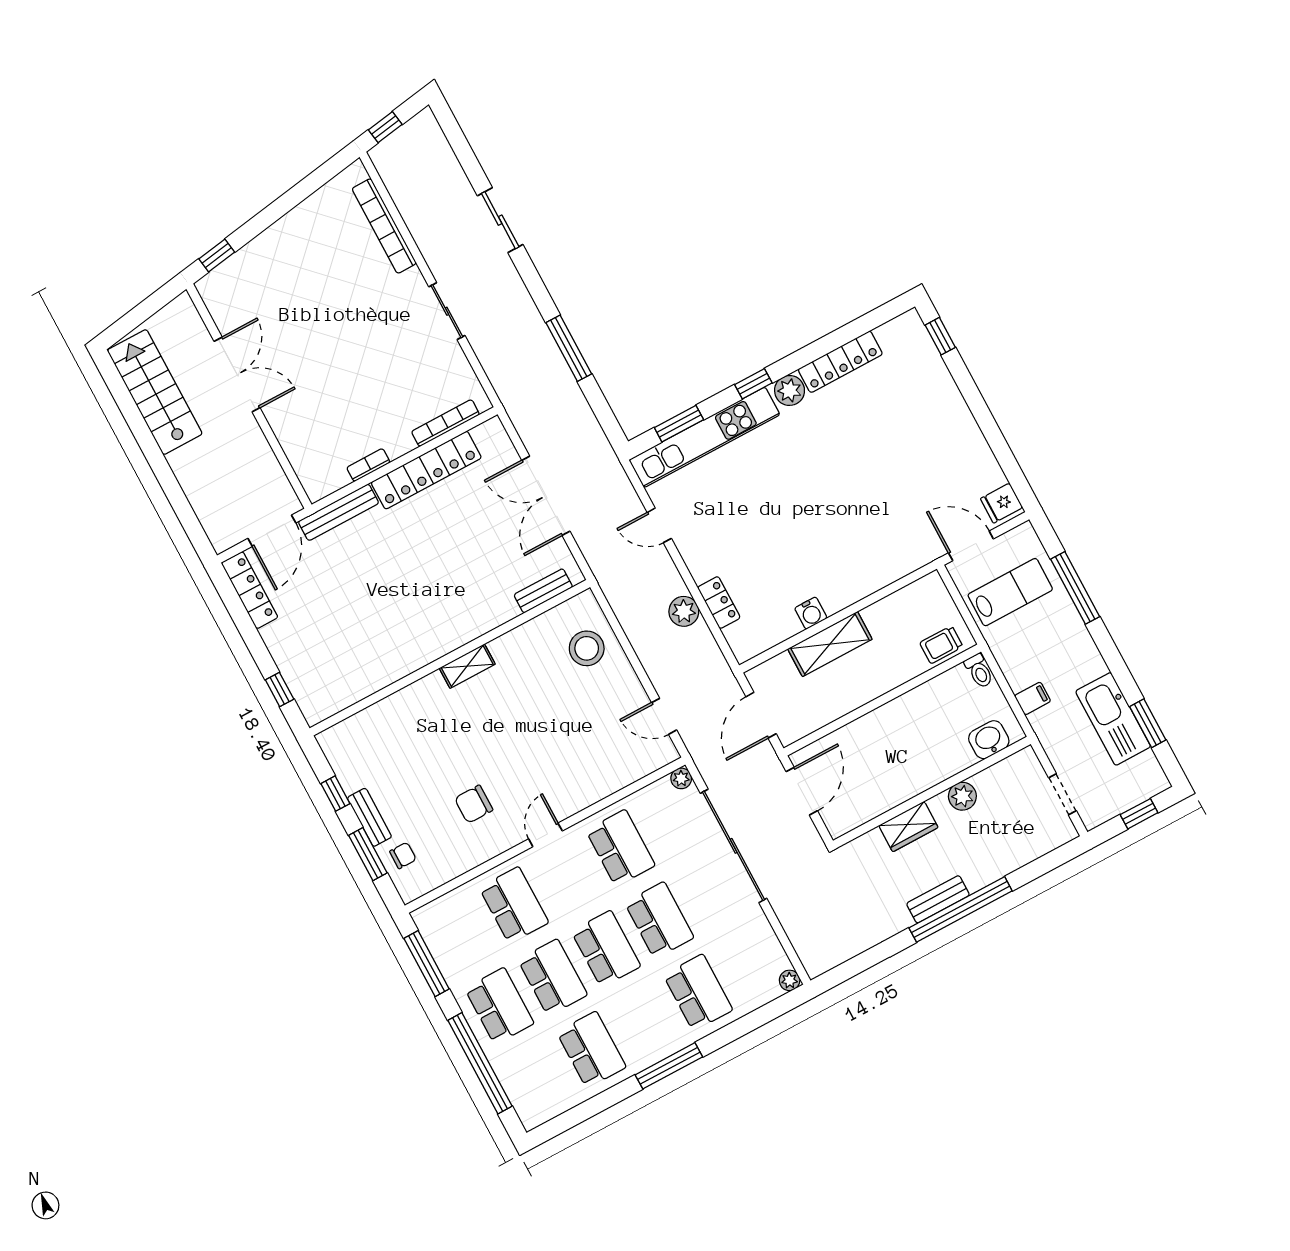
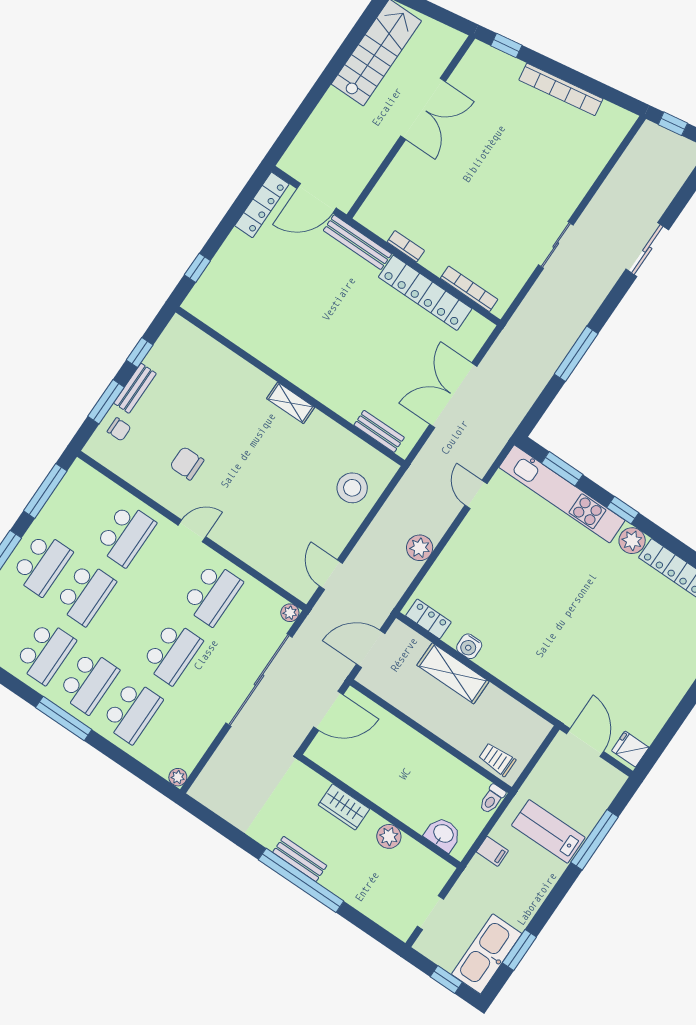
bookcase: (384, 226) -> (561, 89), moved, turned -99
lab bench: (1010, 592) -> (548, 831), moved, turned 180
locker: (719, 603) -> (428, 619), moved, turned -90
kitchen sink: (1113, 719) -> (487, 954), moved
school desk: (606, 949) -> (88, 682), moved

